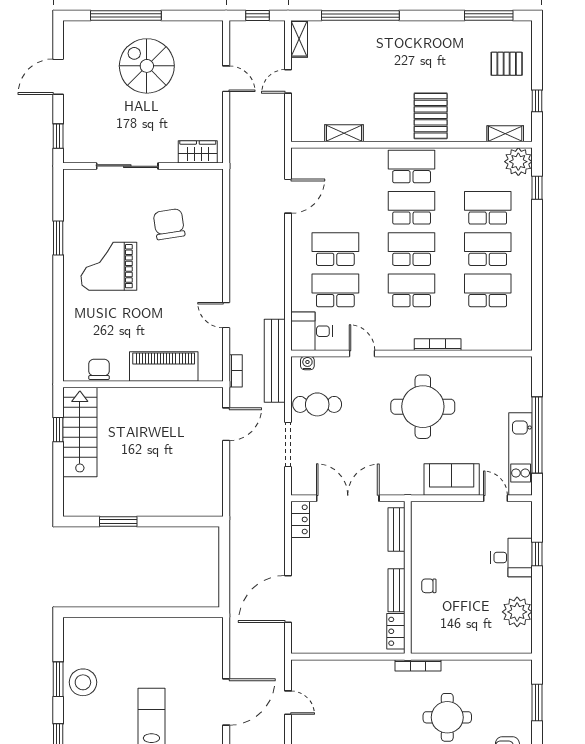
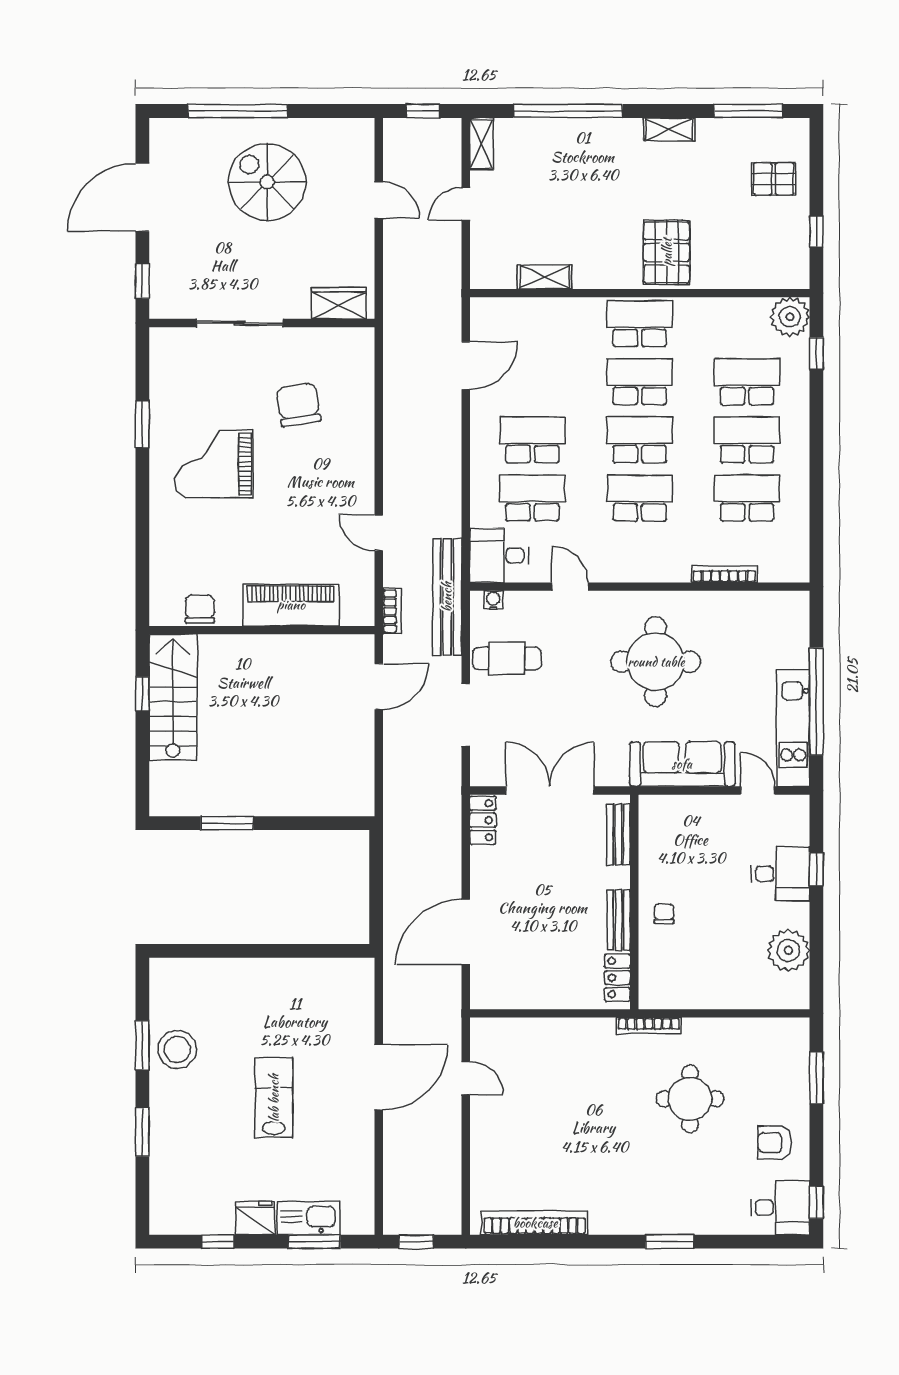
door: (58, 77) -> (142, 197), width x1.36
shelving: (505, 134) -> (669, 129), moved
bookcase: (438, 345) -> (724, 574), moved
sofa: (452, 479) -> (682, 764), width x1.36
chair: (429, 586) -> (664, 914), turned 90

